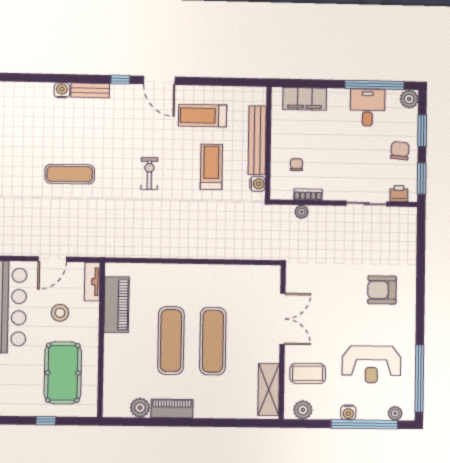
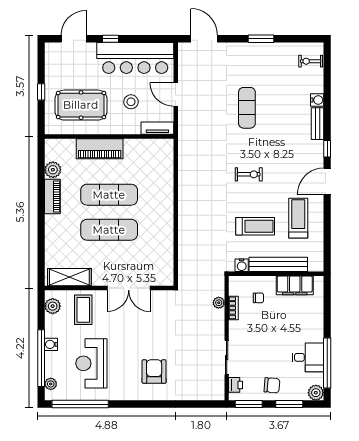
exercise bike: (15, 97) -> (311, 61), added
filing cabinet: (305, 99) -> (295, 285), moved, turned -90
piano: (116, 305) -> (100, 149), moved

